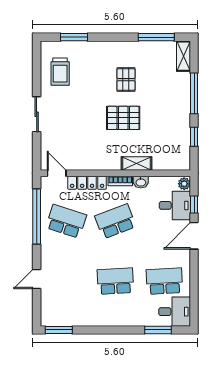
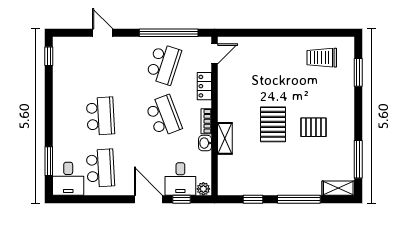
sliding door: (37, 114) -> (277, 33), removed
locker: (87, 183) -> (204, 86), width x0.66
window: (59, 330) -> (49, 56), width x0.67

